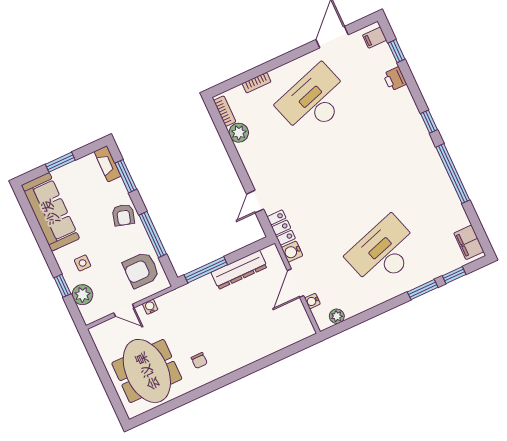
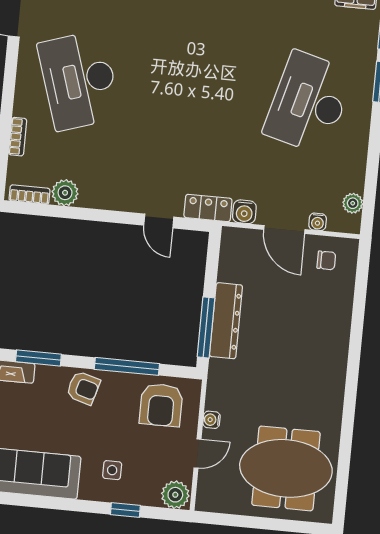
desk: (384, 252) -> (309, 103), turned 33
dresser: (239, 270) -> (226, 321), moved
plant: (82, 295) -> (175, 495), moved
chair: (199, 361) -> (326, 260), moved

